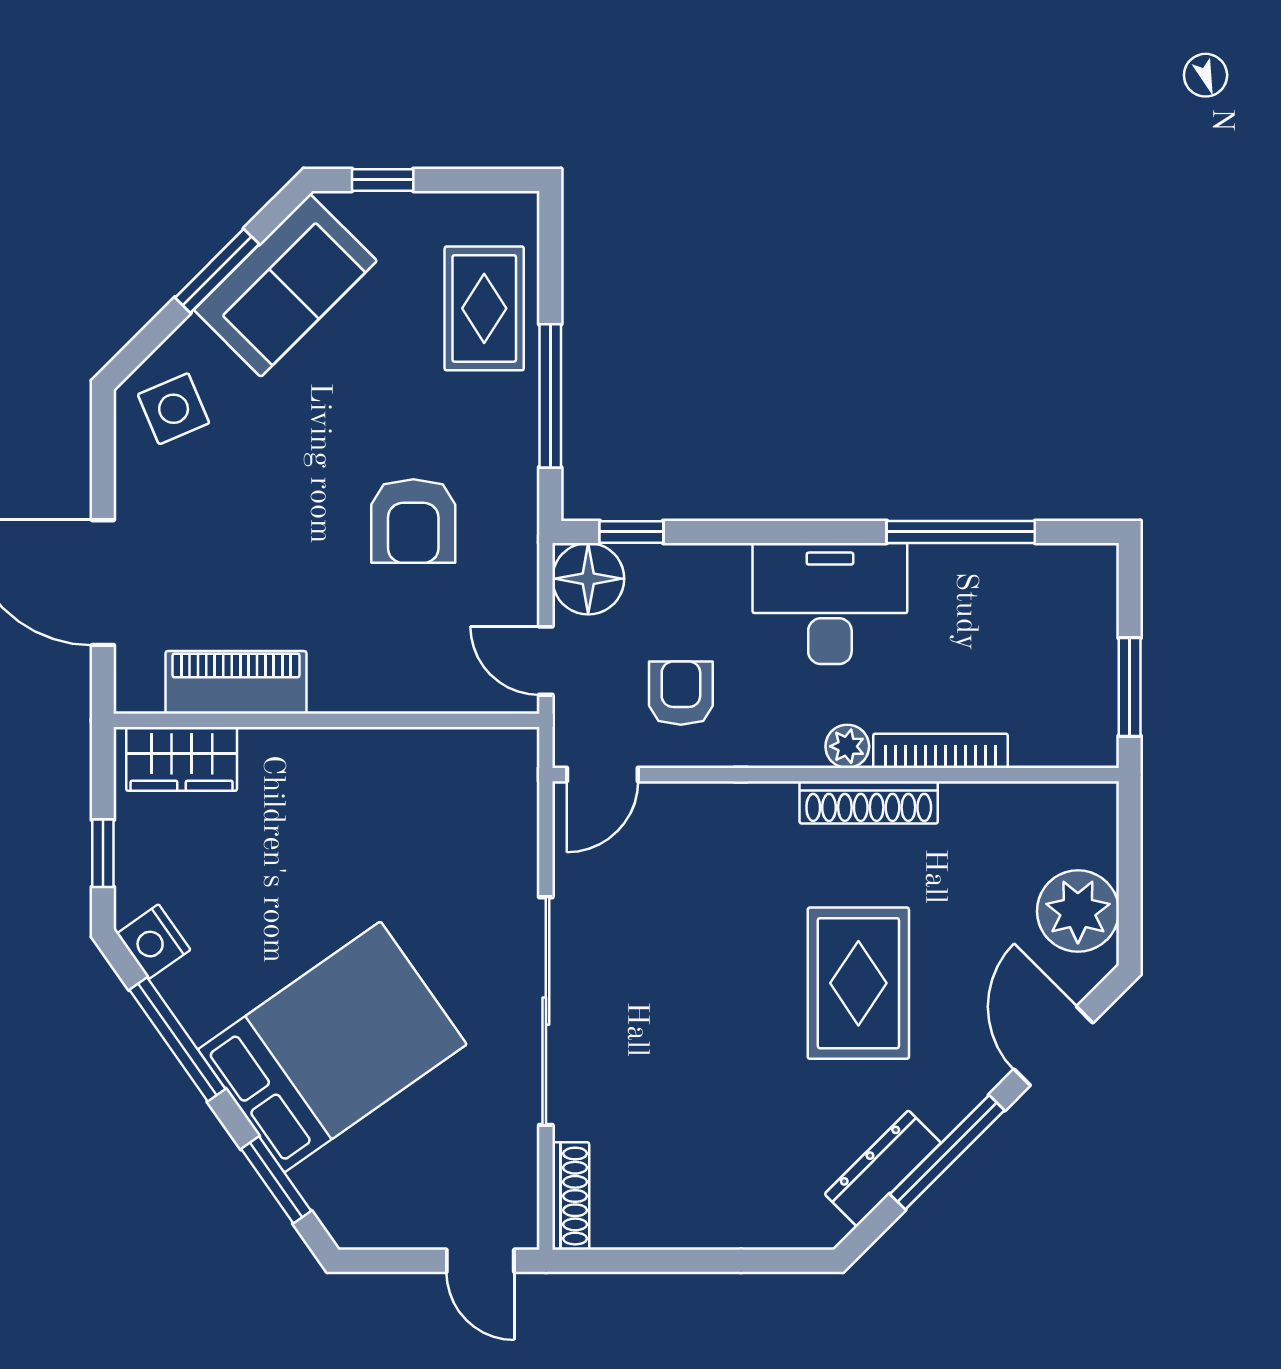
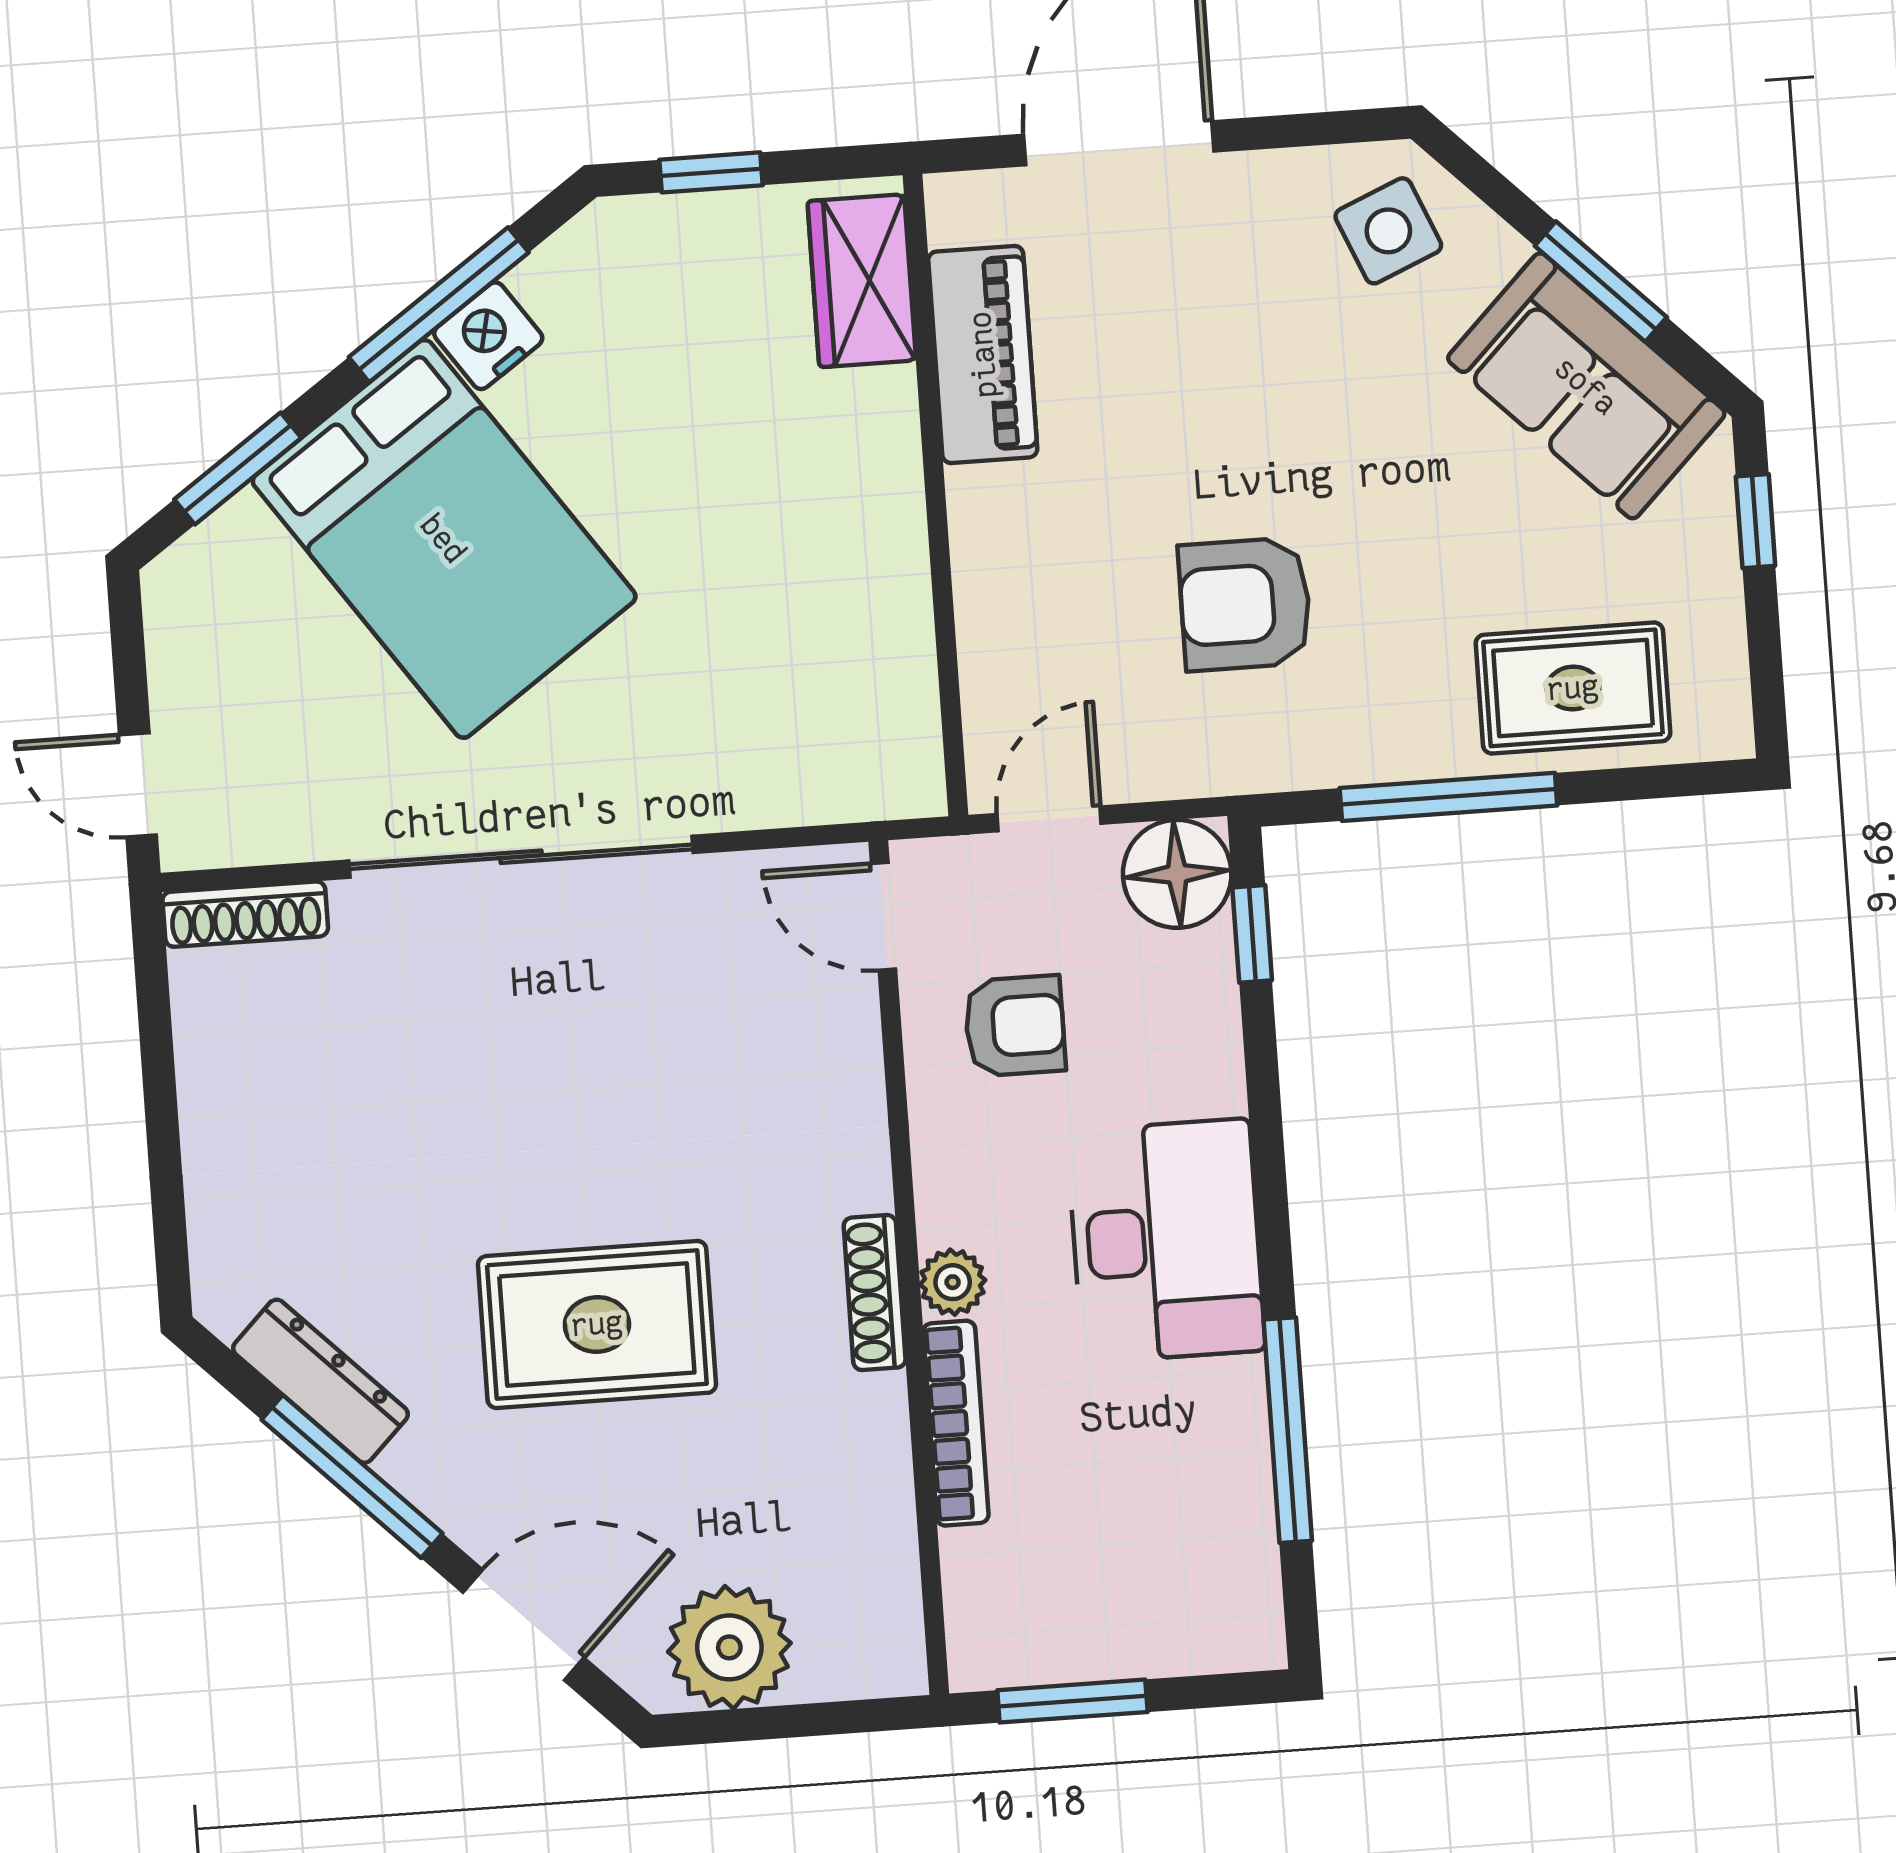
shoe rack: (869, 802) -> (875, 1293), width x0.74, depth x0.81
nightstand: (153, 942) -> (488, 336), moved
door: (480, 1261) -> (138, 785), hinge flipped

